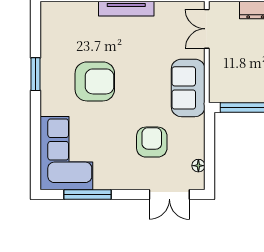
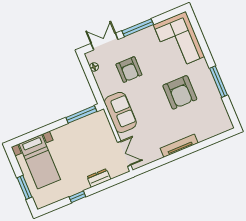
window: (35, 74) -> (218, 82), width x1.44
armchair: (95, 81) -> (180, 92), turned -90
window: (88, 195) -> (138, 28), moved

